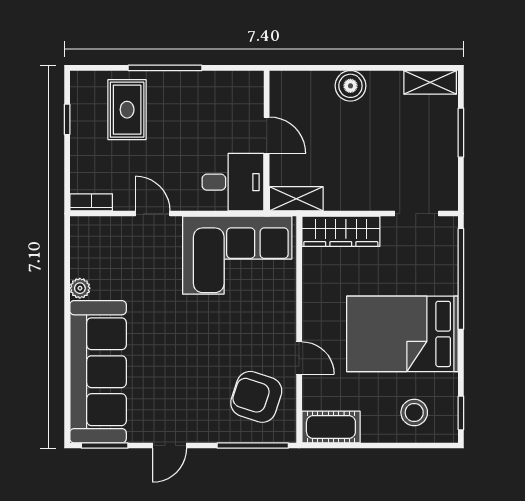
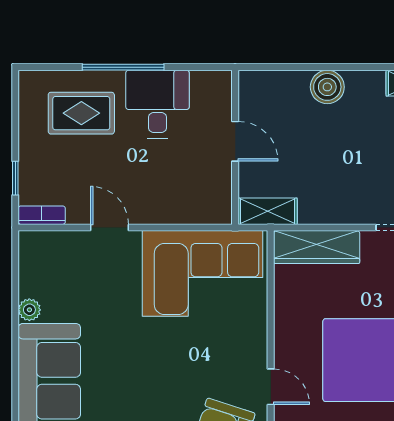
rug: (127, 110) -> (81, 113), turned 90
window: (67, 119) -> (15, 178), moved
desk: (233, 182) -> (158, 104), moved, turned -90

